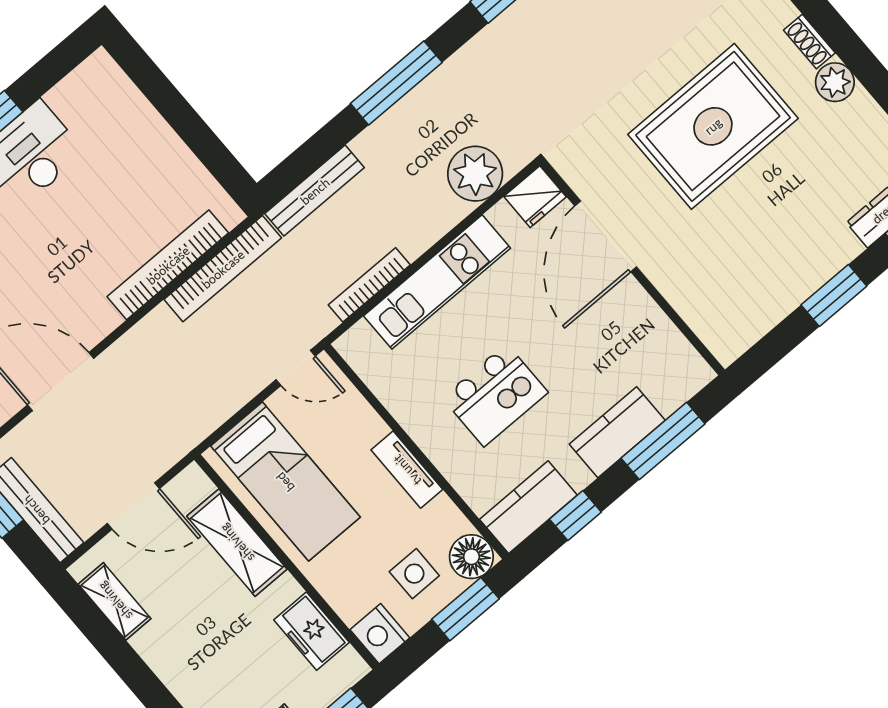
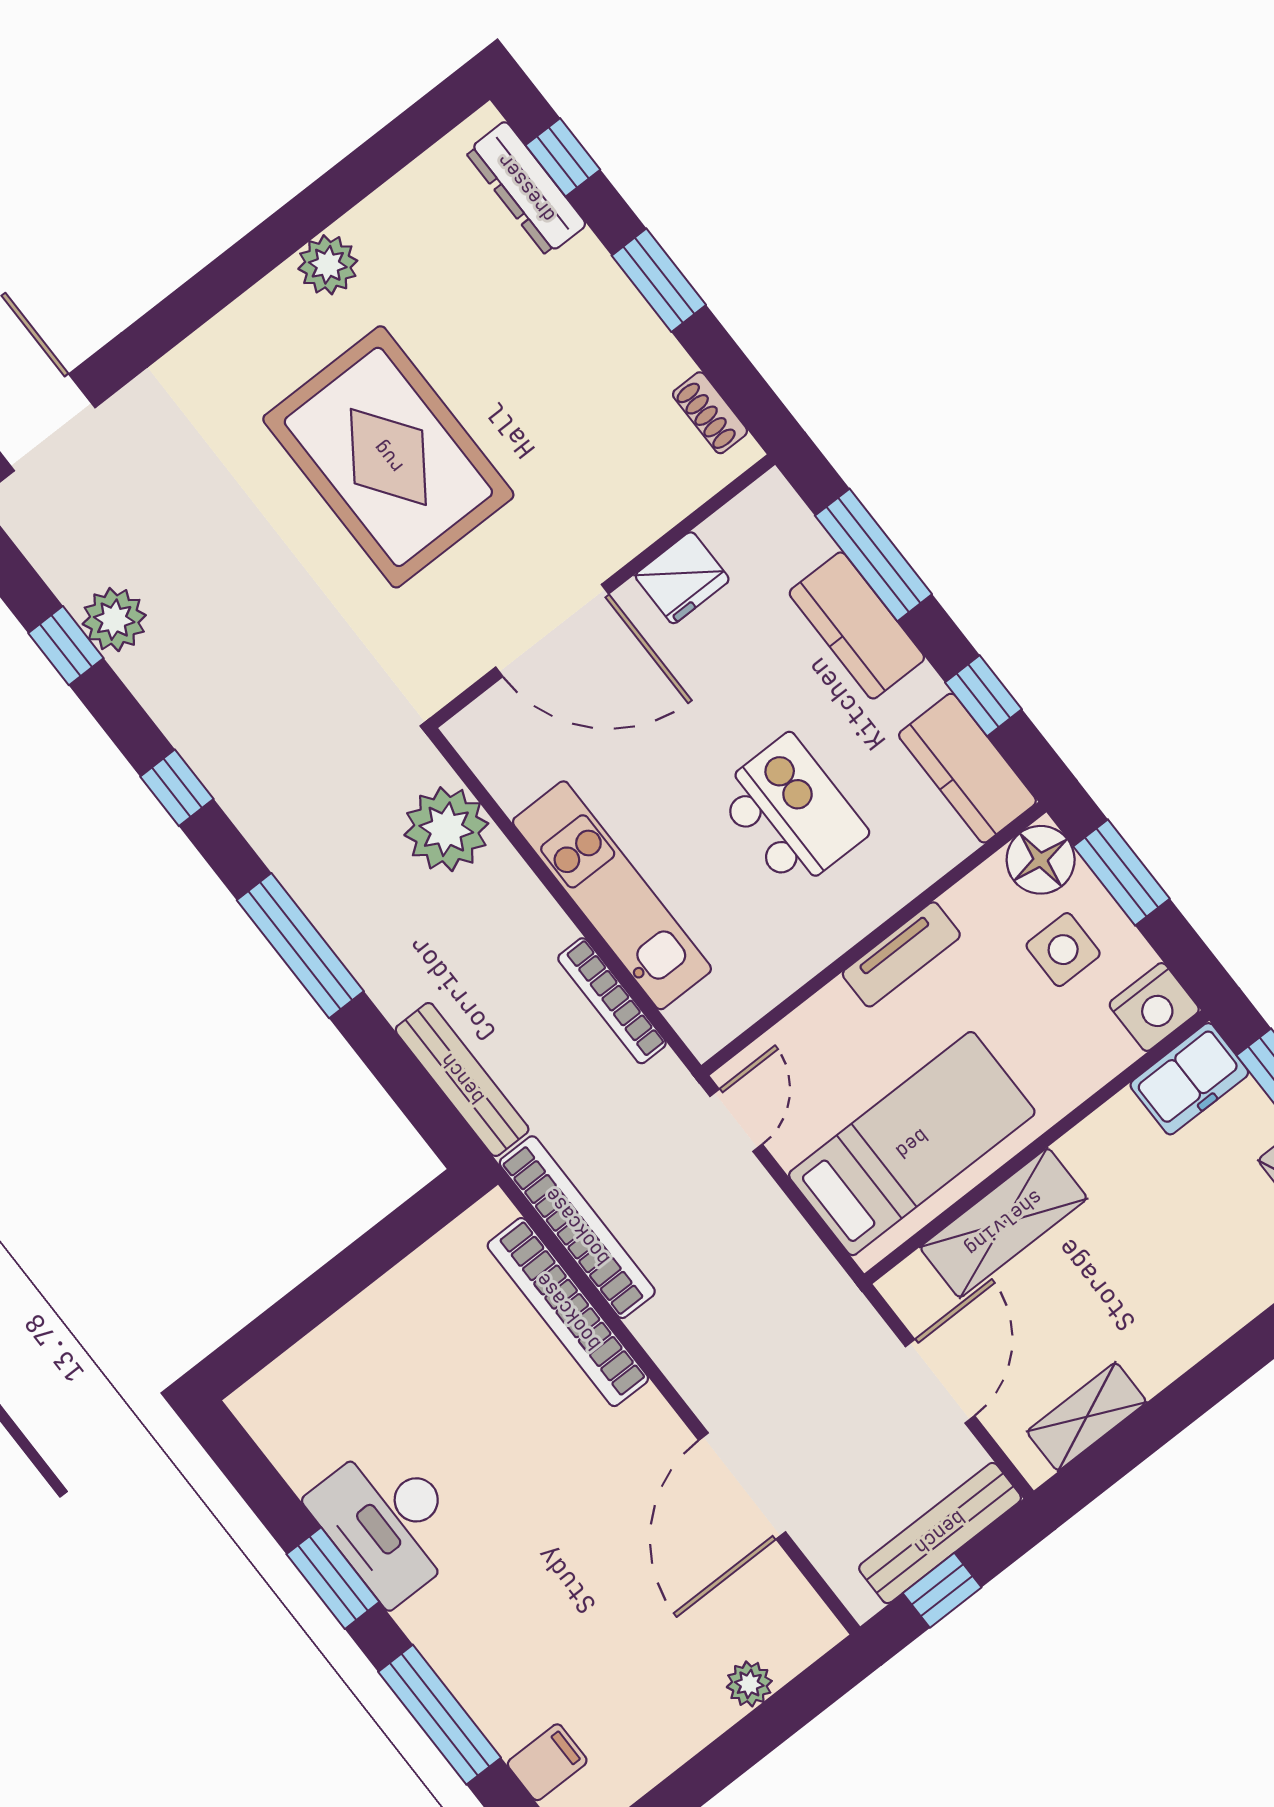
shoe rack: (809, 42) -> (710, 413), moved, turned 90
fridge: (535, 197) -> (682, 578), moved, turned 90
freezer: (312, 631) -> (1189, 1079), moved

